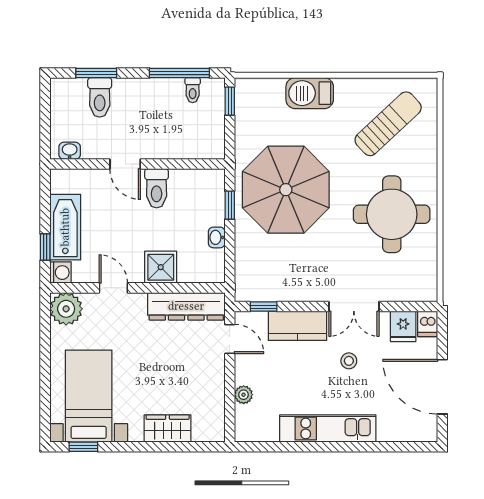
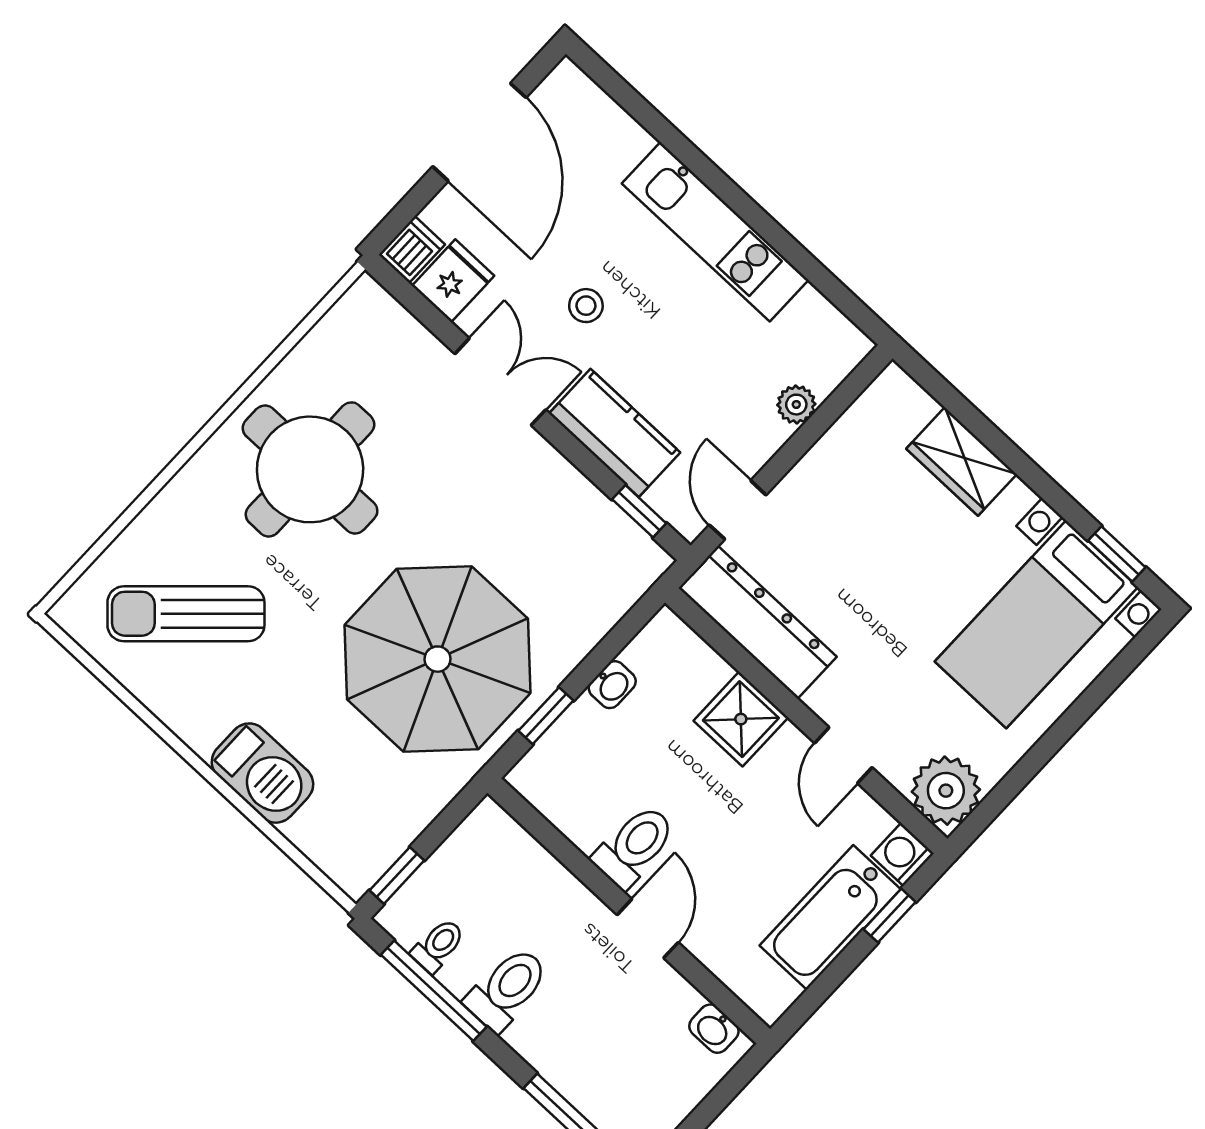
toilet: (100, 97) -> (507, 989), moved

